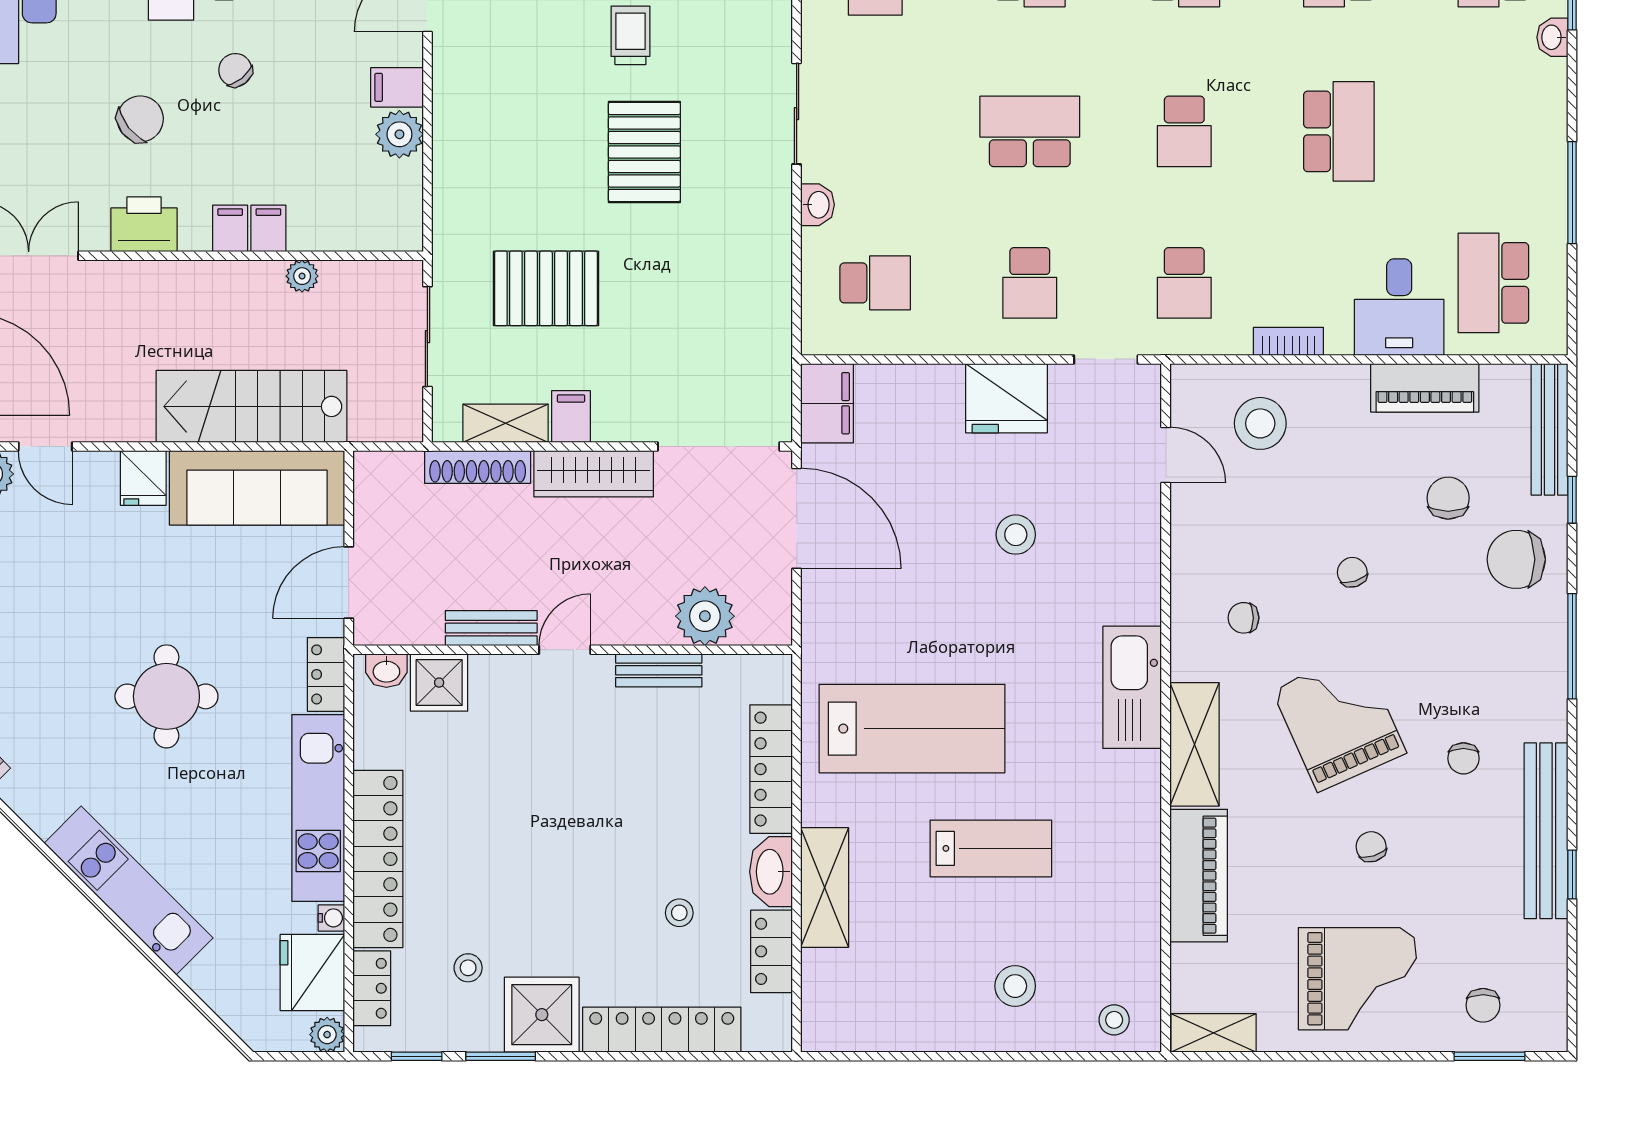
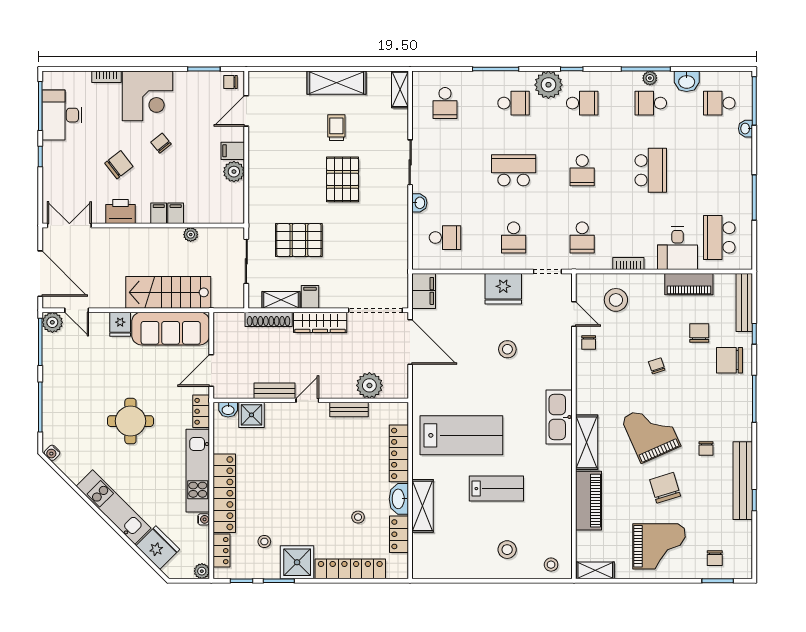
chair: (1244, 618) -> (589, 342), moved, turned -90
chair: (1371, 847) -> (665, 488), width x1.87, depth x1.87
fridge: (312, 972) -> (158, 548), moved, turned 135

